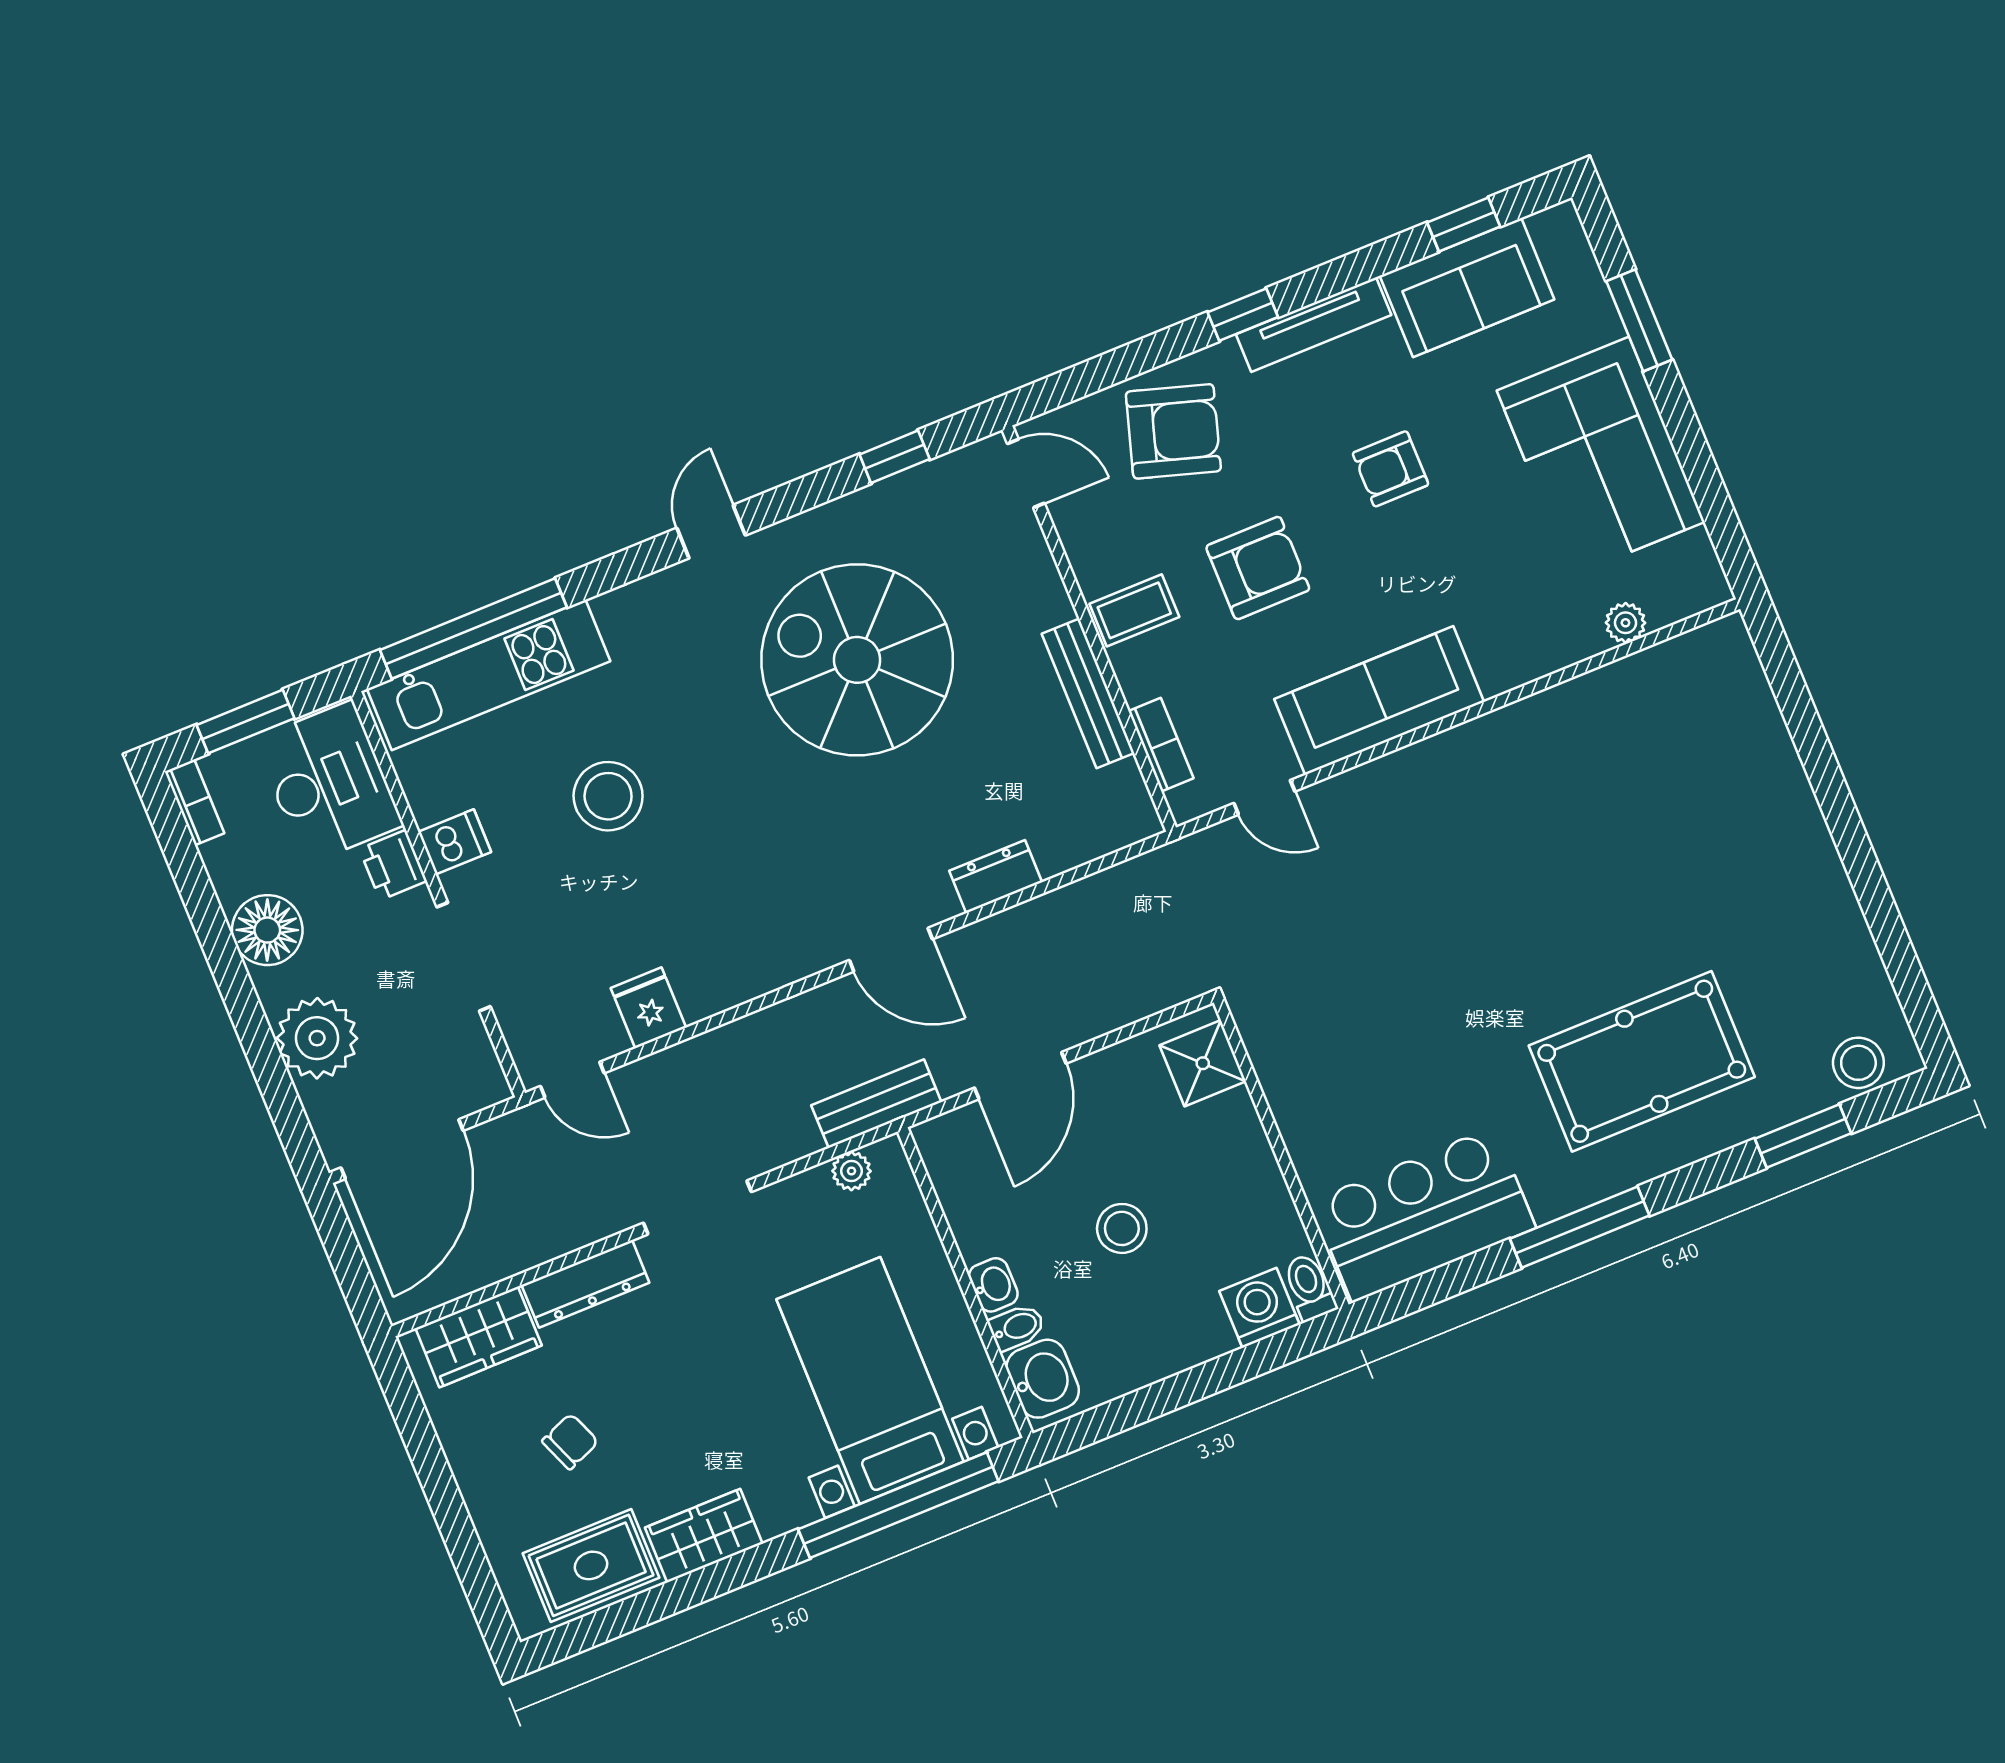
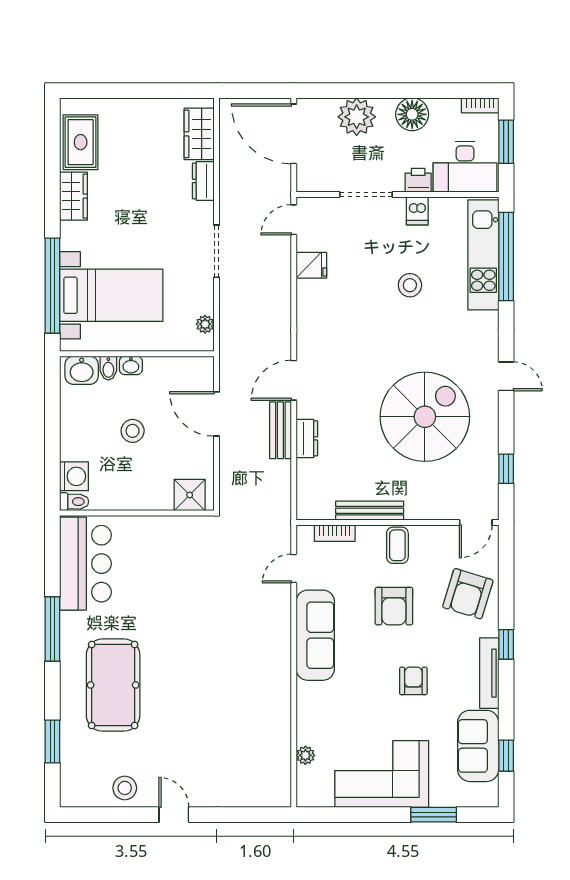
stool: (608, 796) -> (410, 285), width x0.73, depth x0.73
door: (1850, 836) -> (174, 815), added
stool: (1858, 1063) -> (125, 788), moved
bench: (876, 1104) -> (280, 430), moved
dresser: (585, 1284) -> (203, 181), width x0.70
chair: (570, 1441) -> (138, 155), removed

